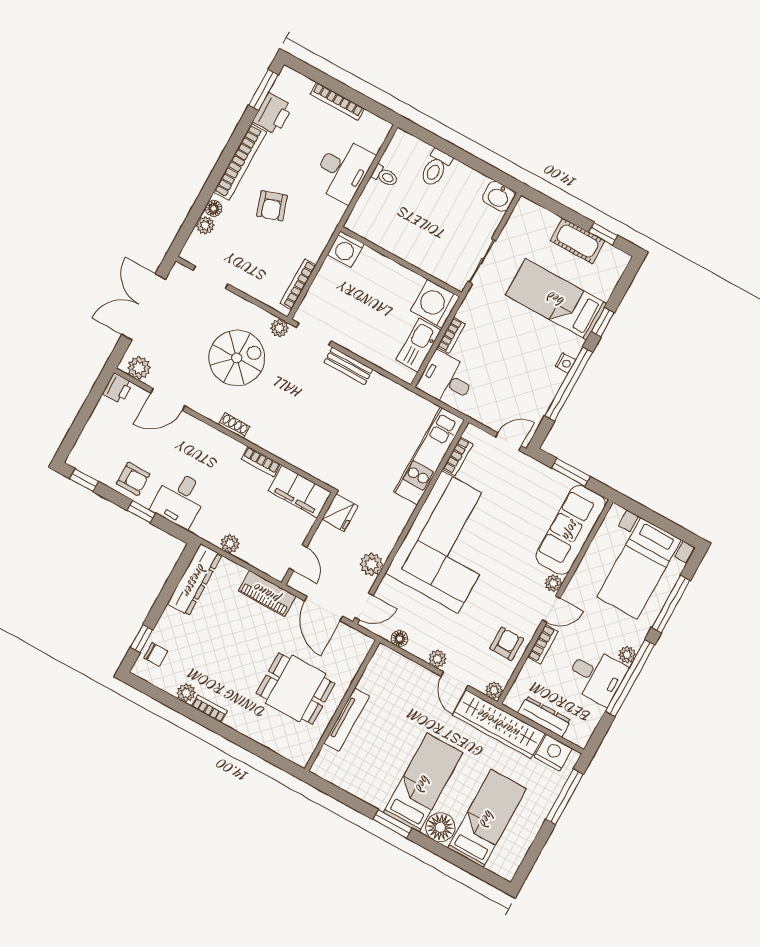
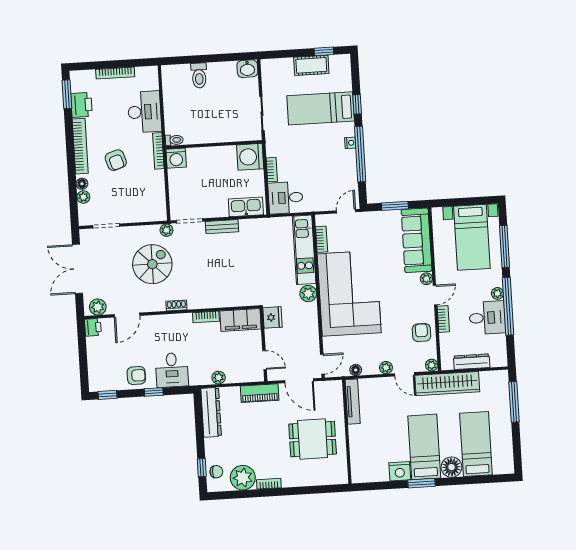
toilet: (385, 176) -> (174, 140), moved
bookcase: (298, 284) -> (158, 151), moved
kitchen sink: (419, 345) -> (246, 207), moved, turned 90
plant: (372, 564) -> (308, 294), moved
plant: (186, 693) -> (243, 478), width x1.87, depth x1.87
tv unit: (347, 720) -> (353, 402), moved
nightstand: (553, 753) -> (400, 471), moved, turned 180

